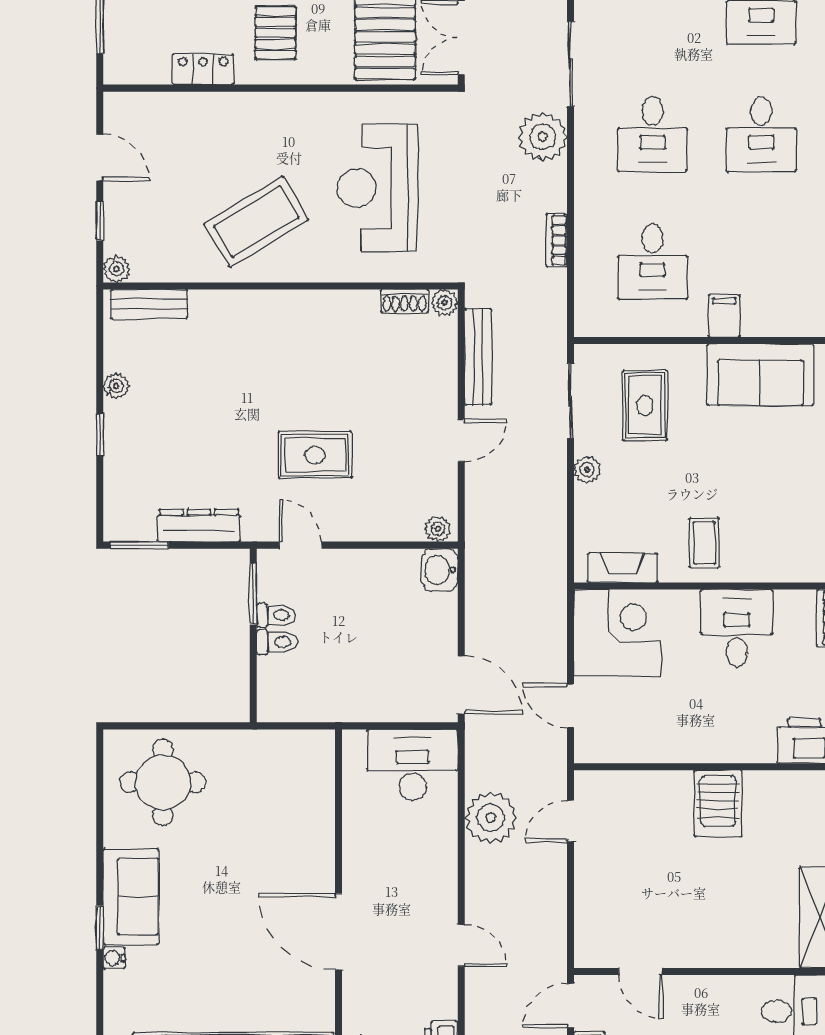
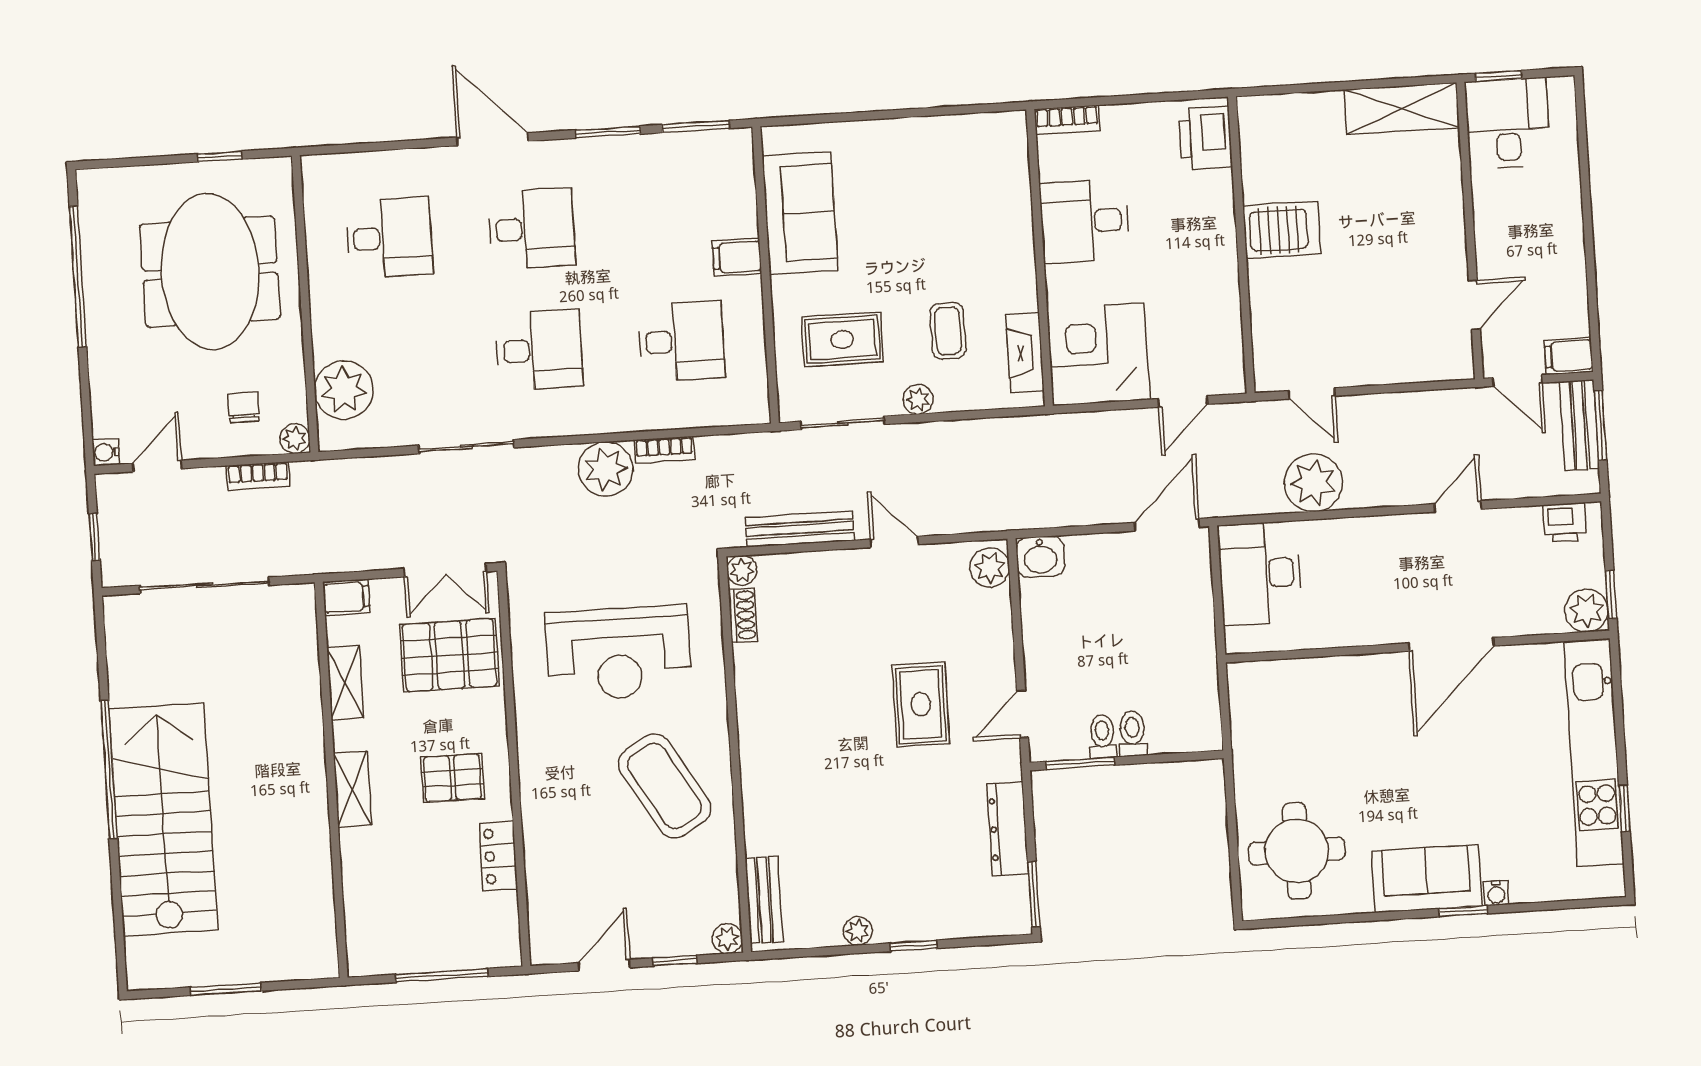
plant: (543, 137) -> (606, 469), moved
plant: (438, 529) -> (990, 568), width x1.38, depth x1.38
coffee table: (704, 543) -> (948, 331), moved, turned 90

